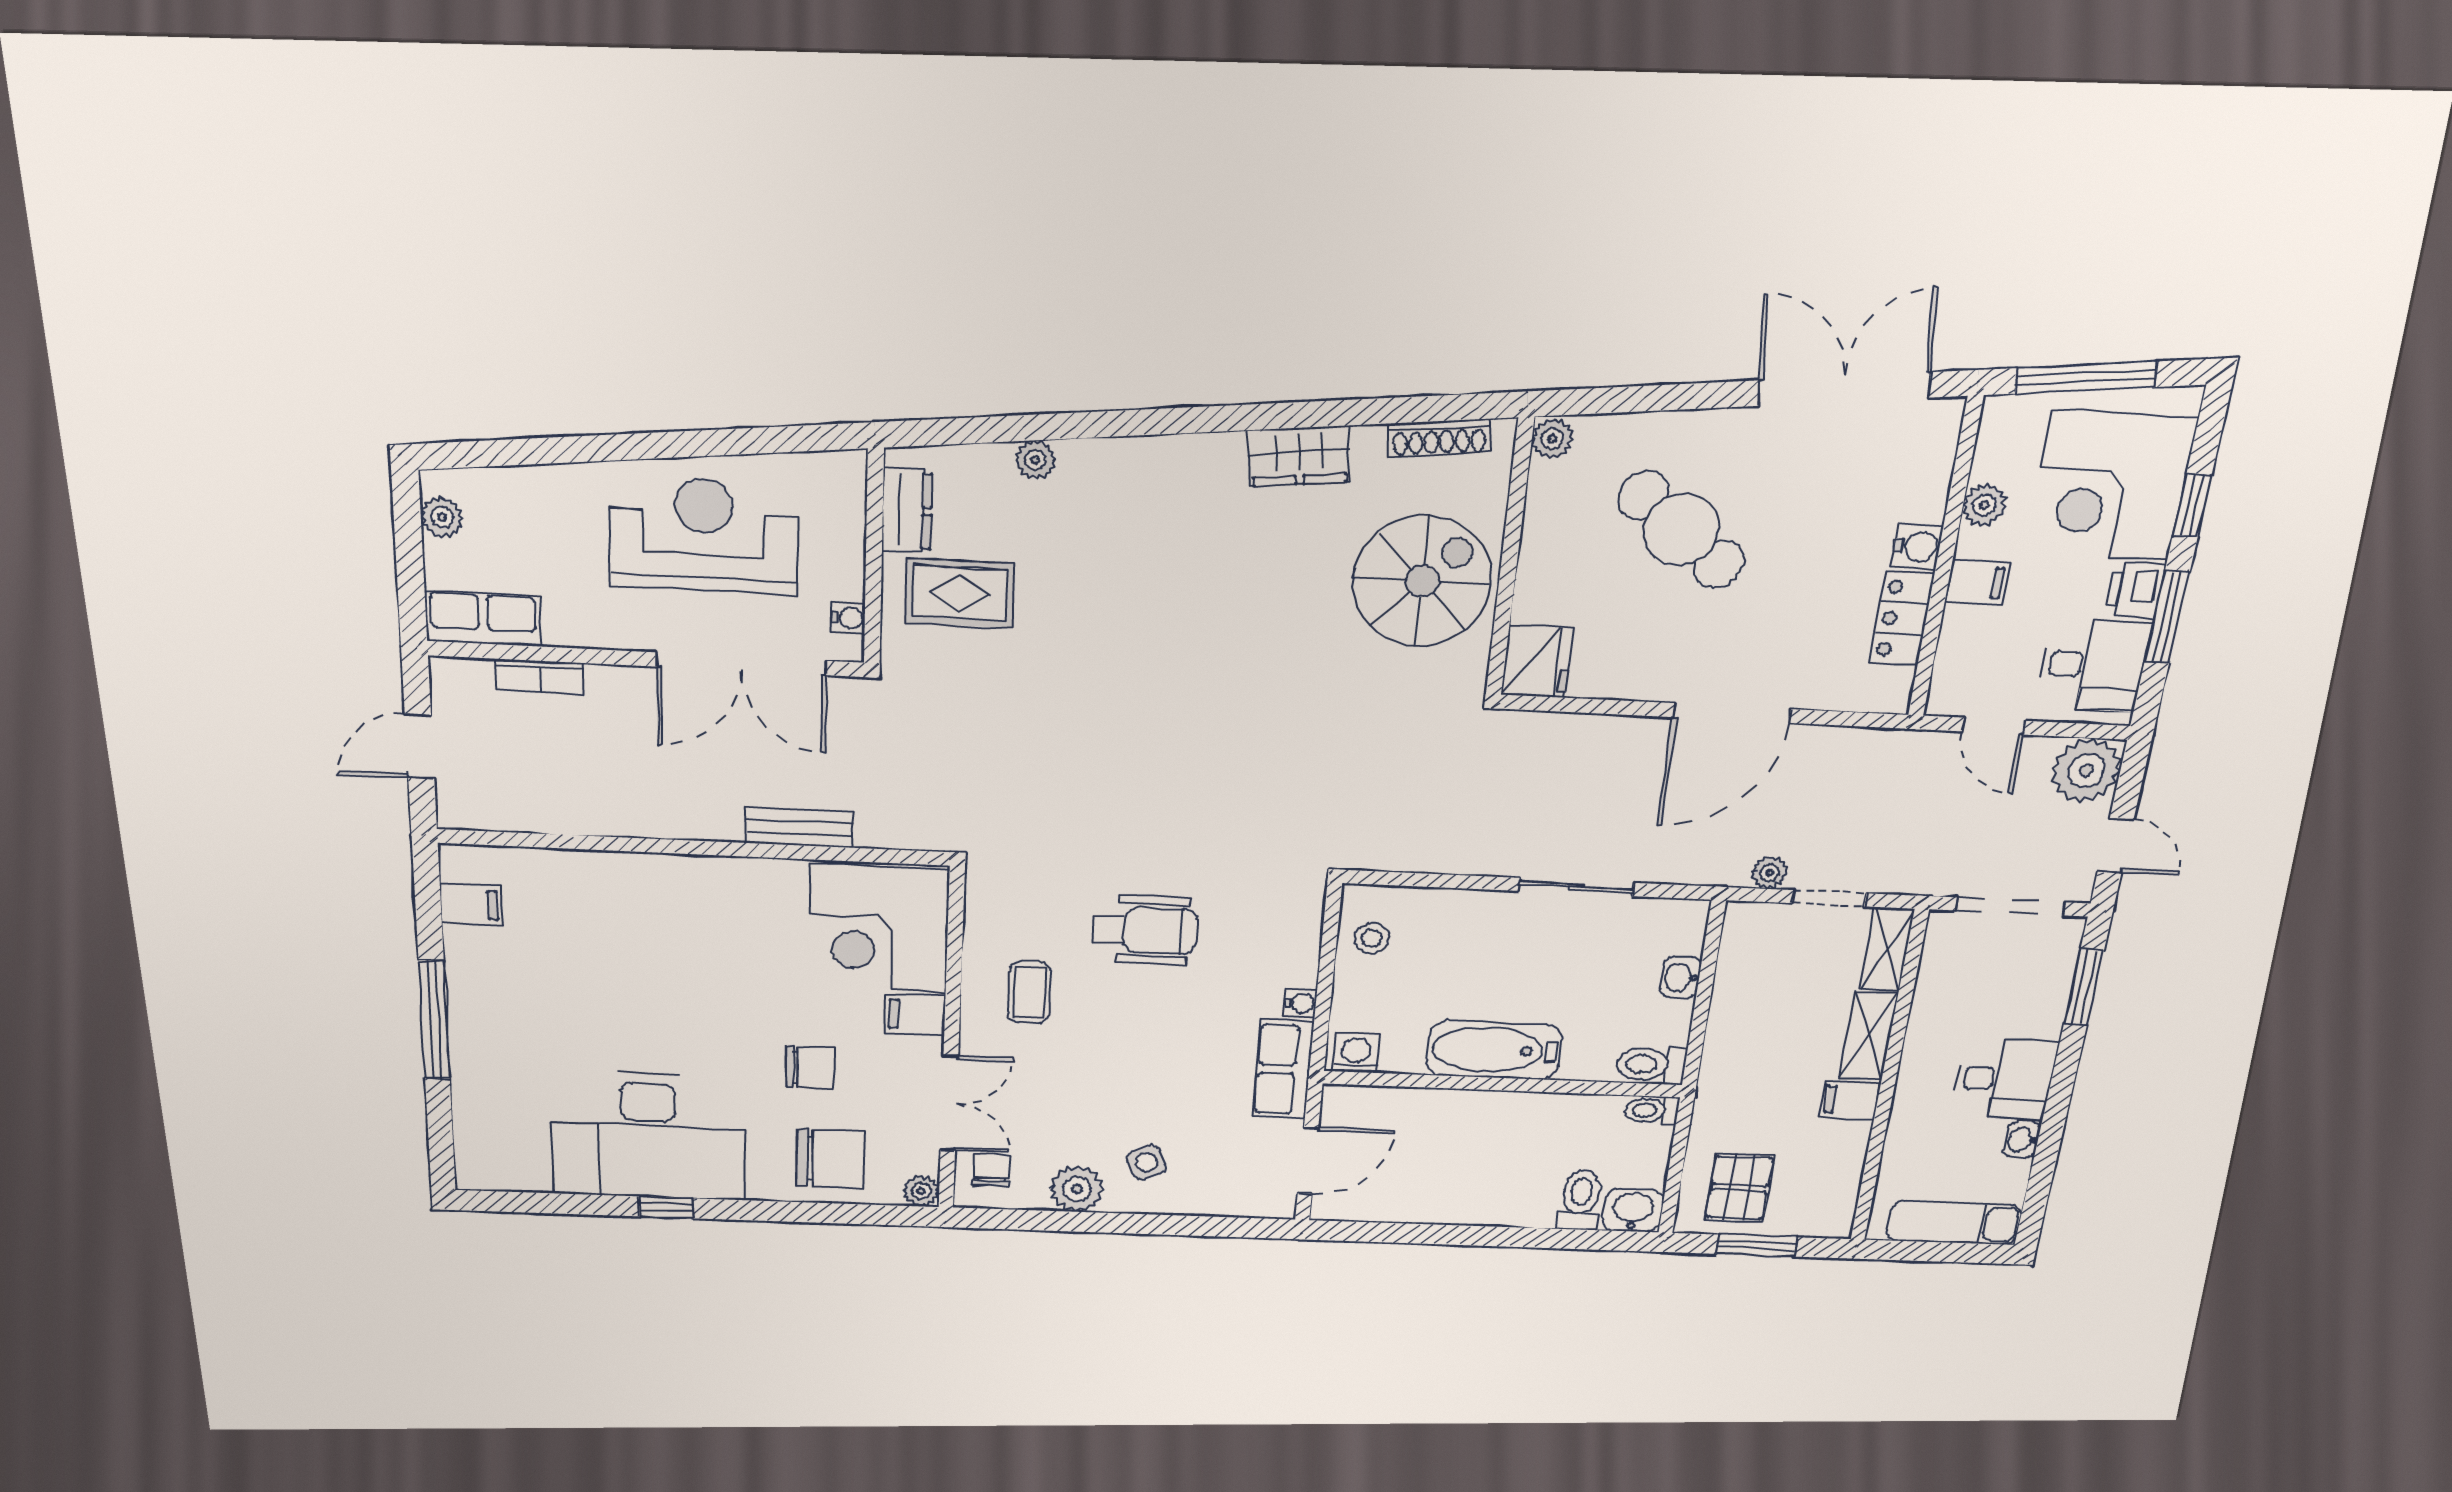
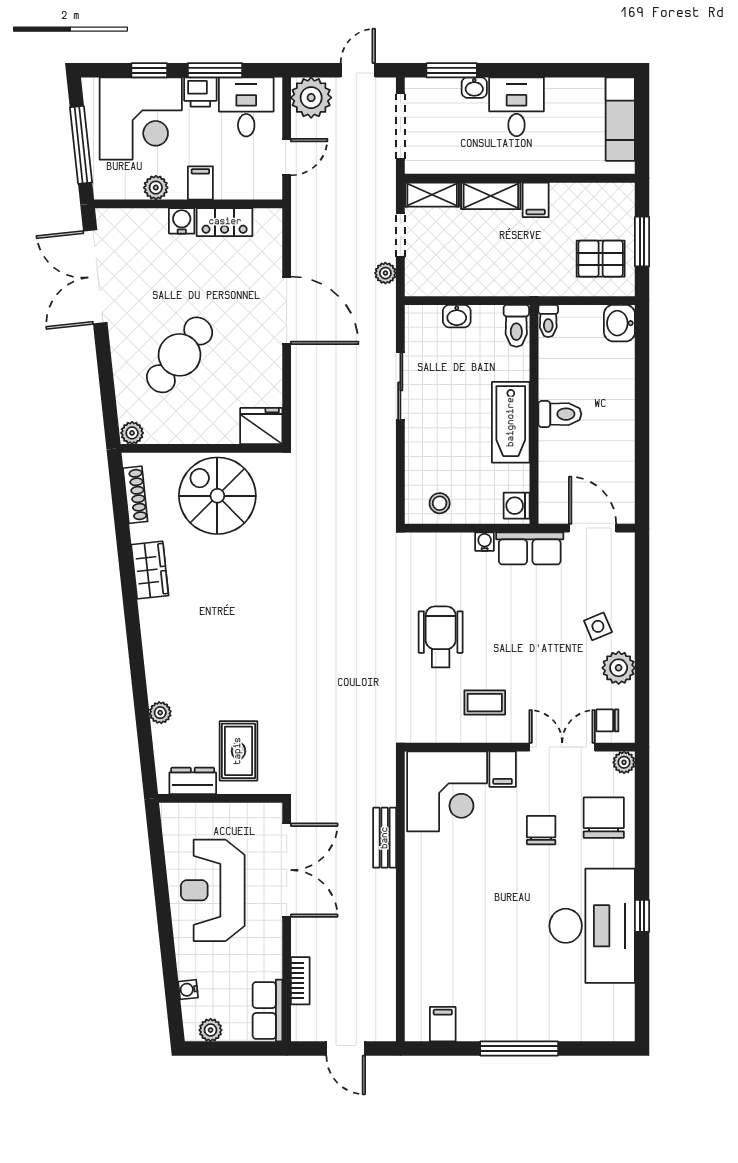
water cooler: (848, 618) -> (188, 990), moved, turned -96
washbasin: (2022, 1140) -> (474, 88), moved
toilet: (1581, 1200) -> (560, 414), moved, turned 180

